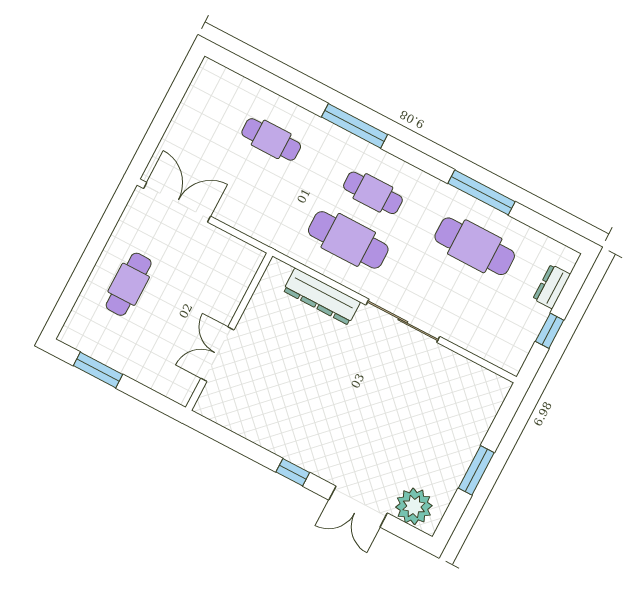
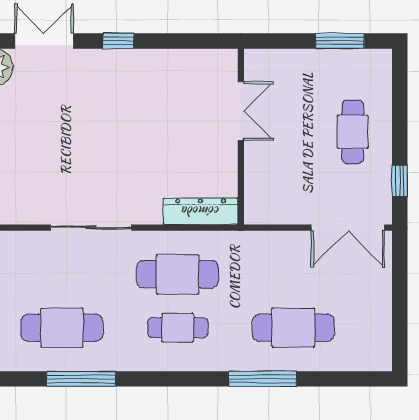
window: (354, 126) -> (263, 379), moved
cafe table: (271, 139) -> (293, 328), width x1.37, depth x1.35
window: (110, 219) -> (400, 181), added
dresser: (322, 296) -> (201, 211), moved

